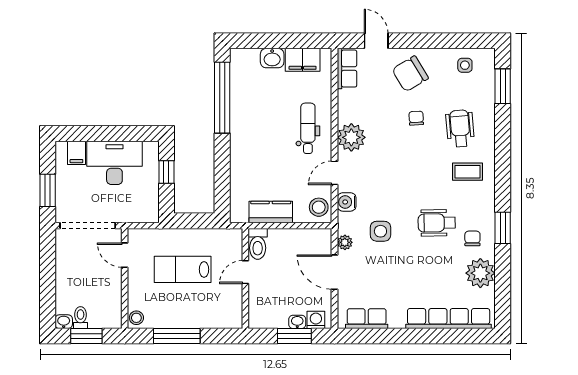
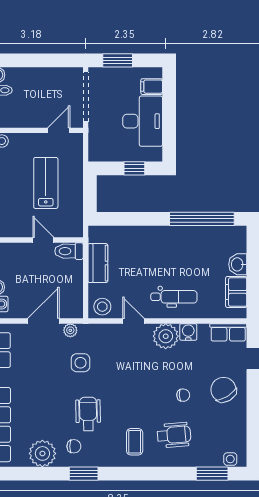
side table: (465, 65) -> (230, 459), moved
water cooler: (347, 202) -> (188, 332), moved

